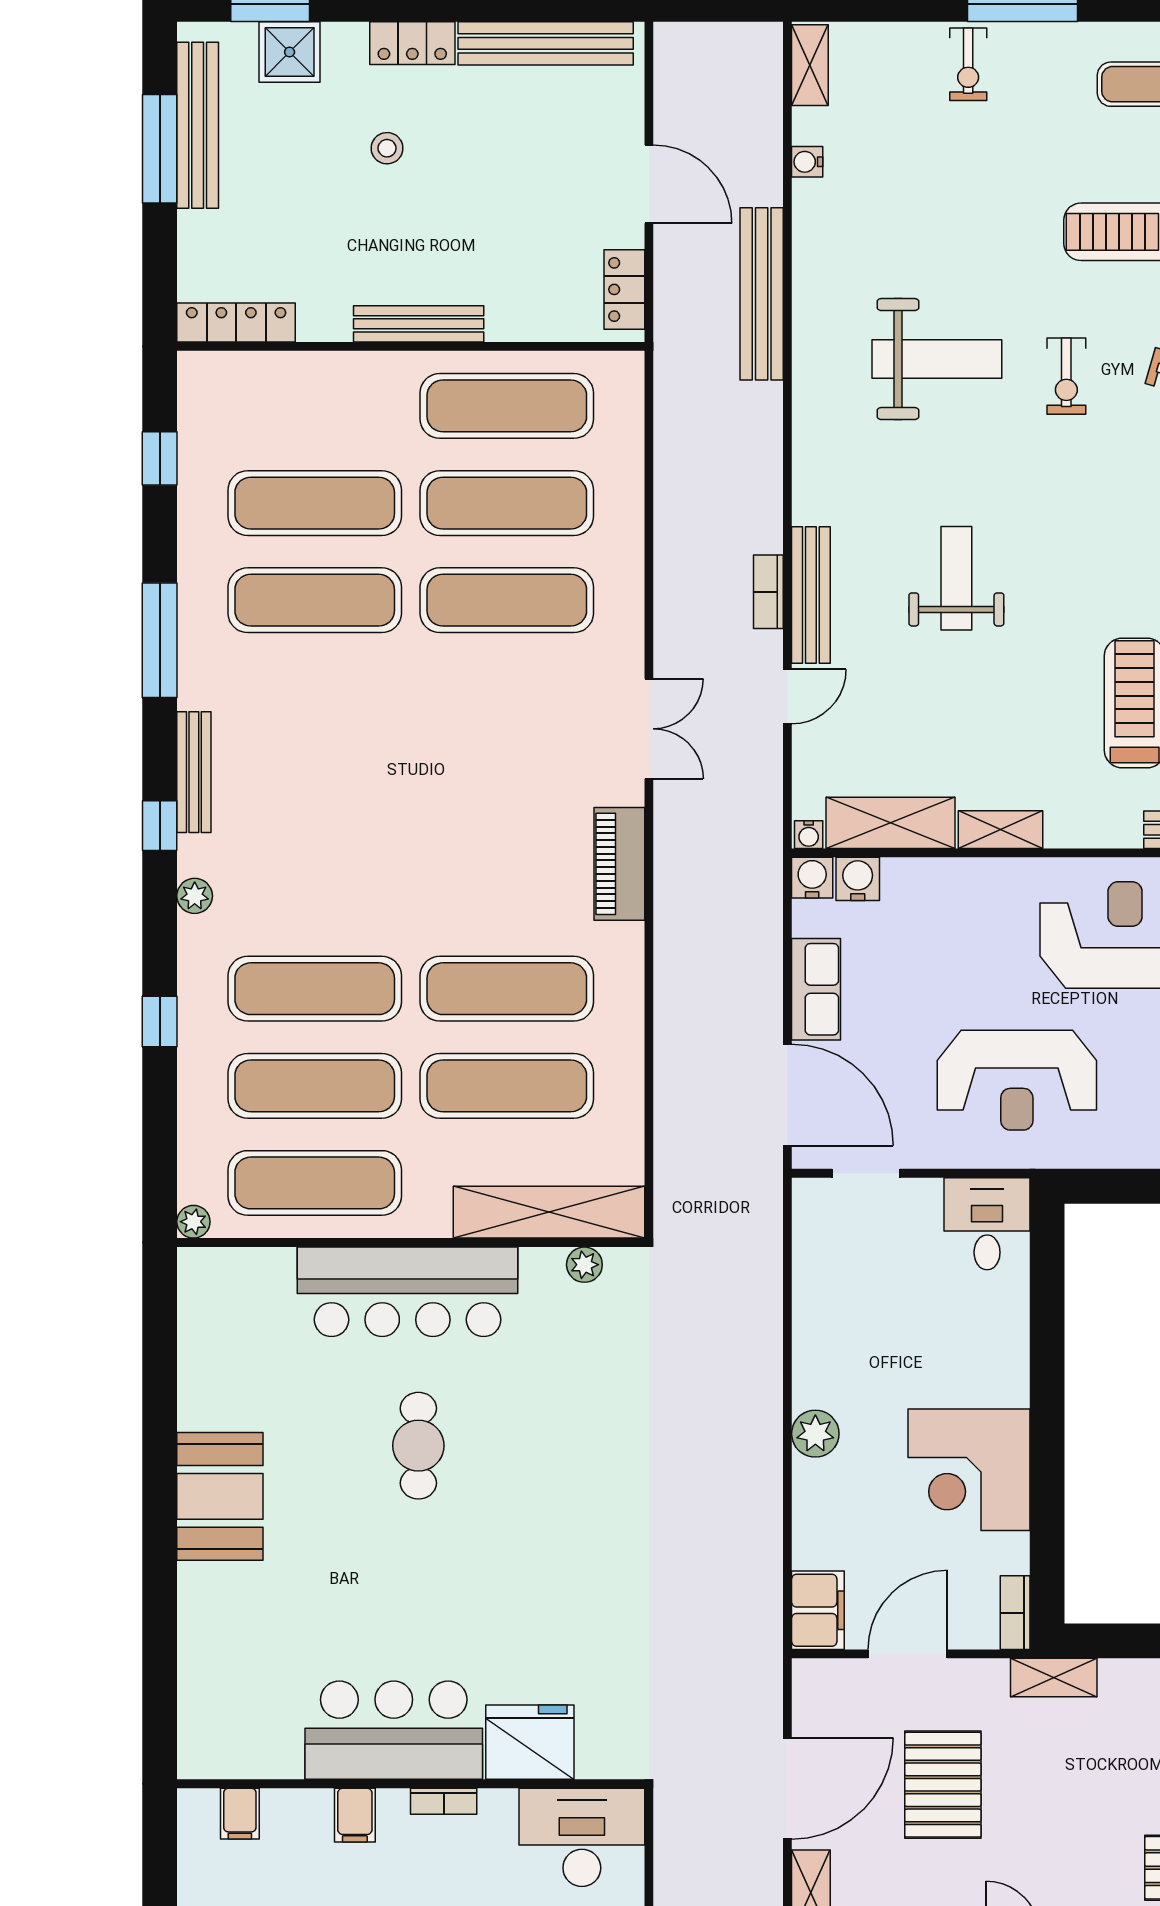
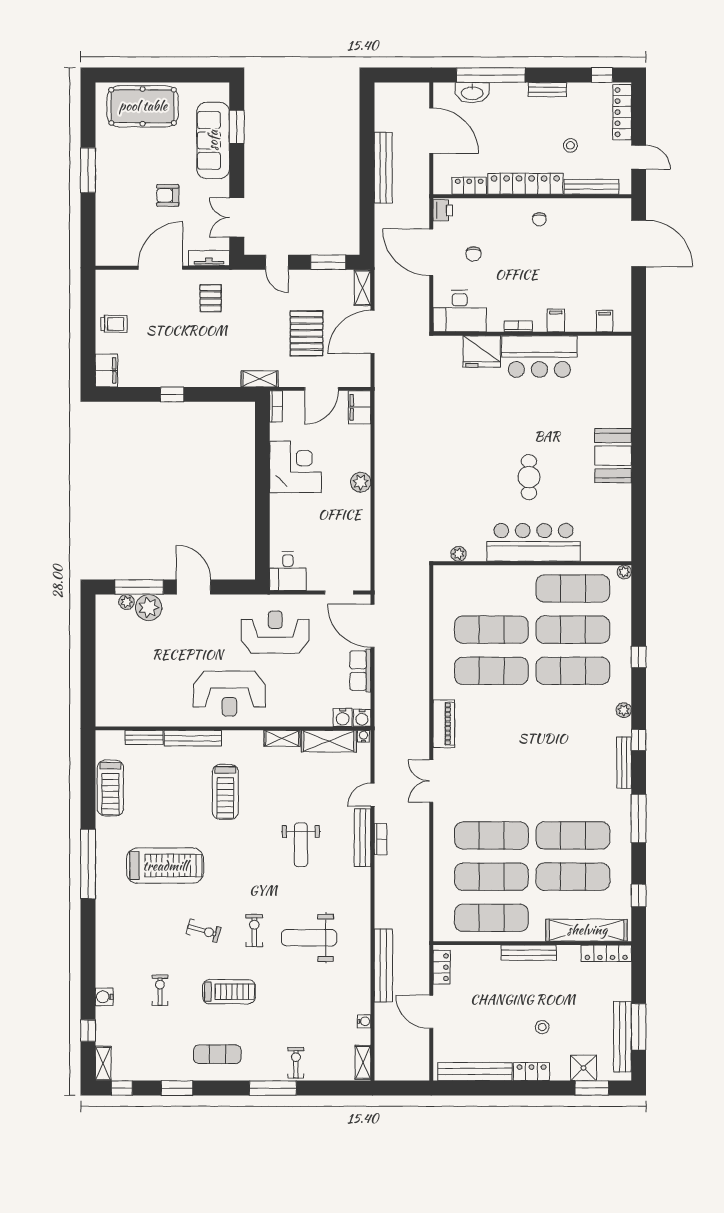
shelving: (549, 1212) -> (587, 930), moved

